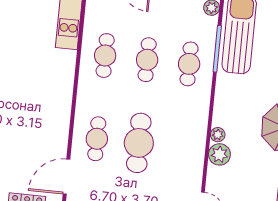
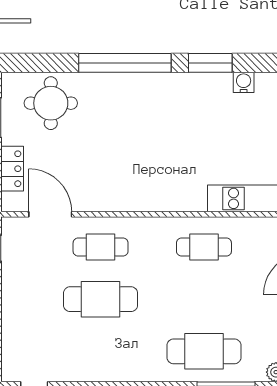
cafe table: (147, 60) -> (204, 299), removed
cafe table: (189, 64) -> (204, 351), width x1.37, depth x1.35

